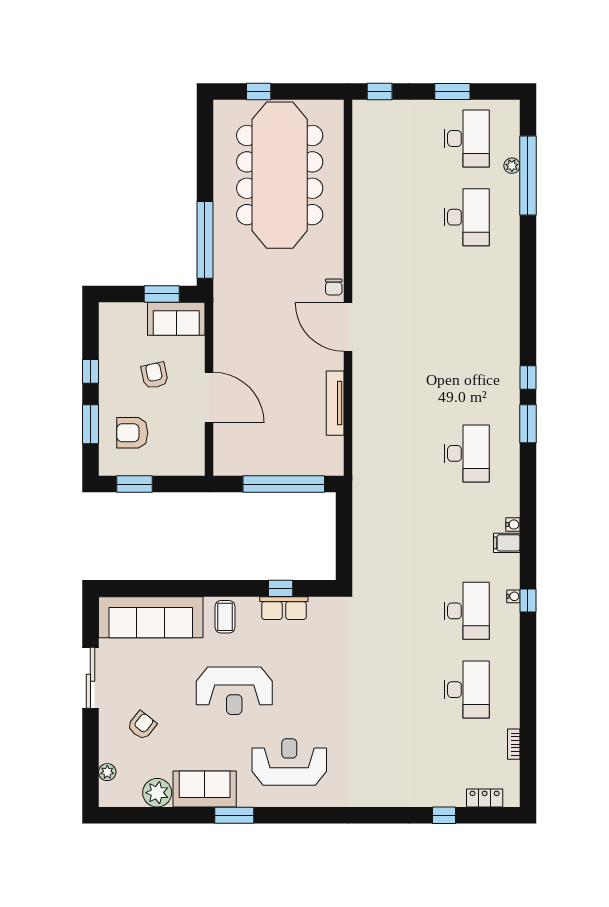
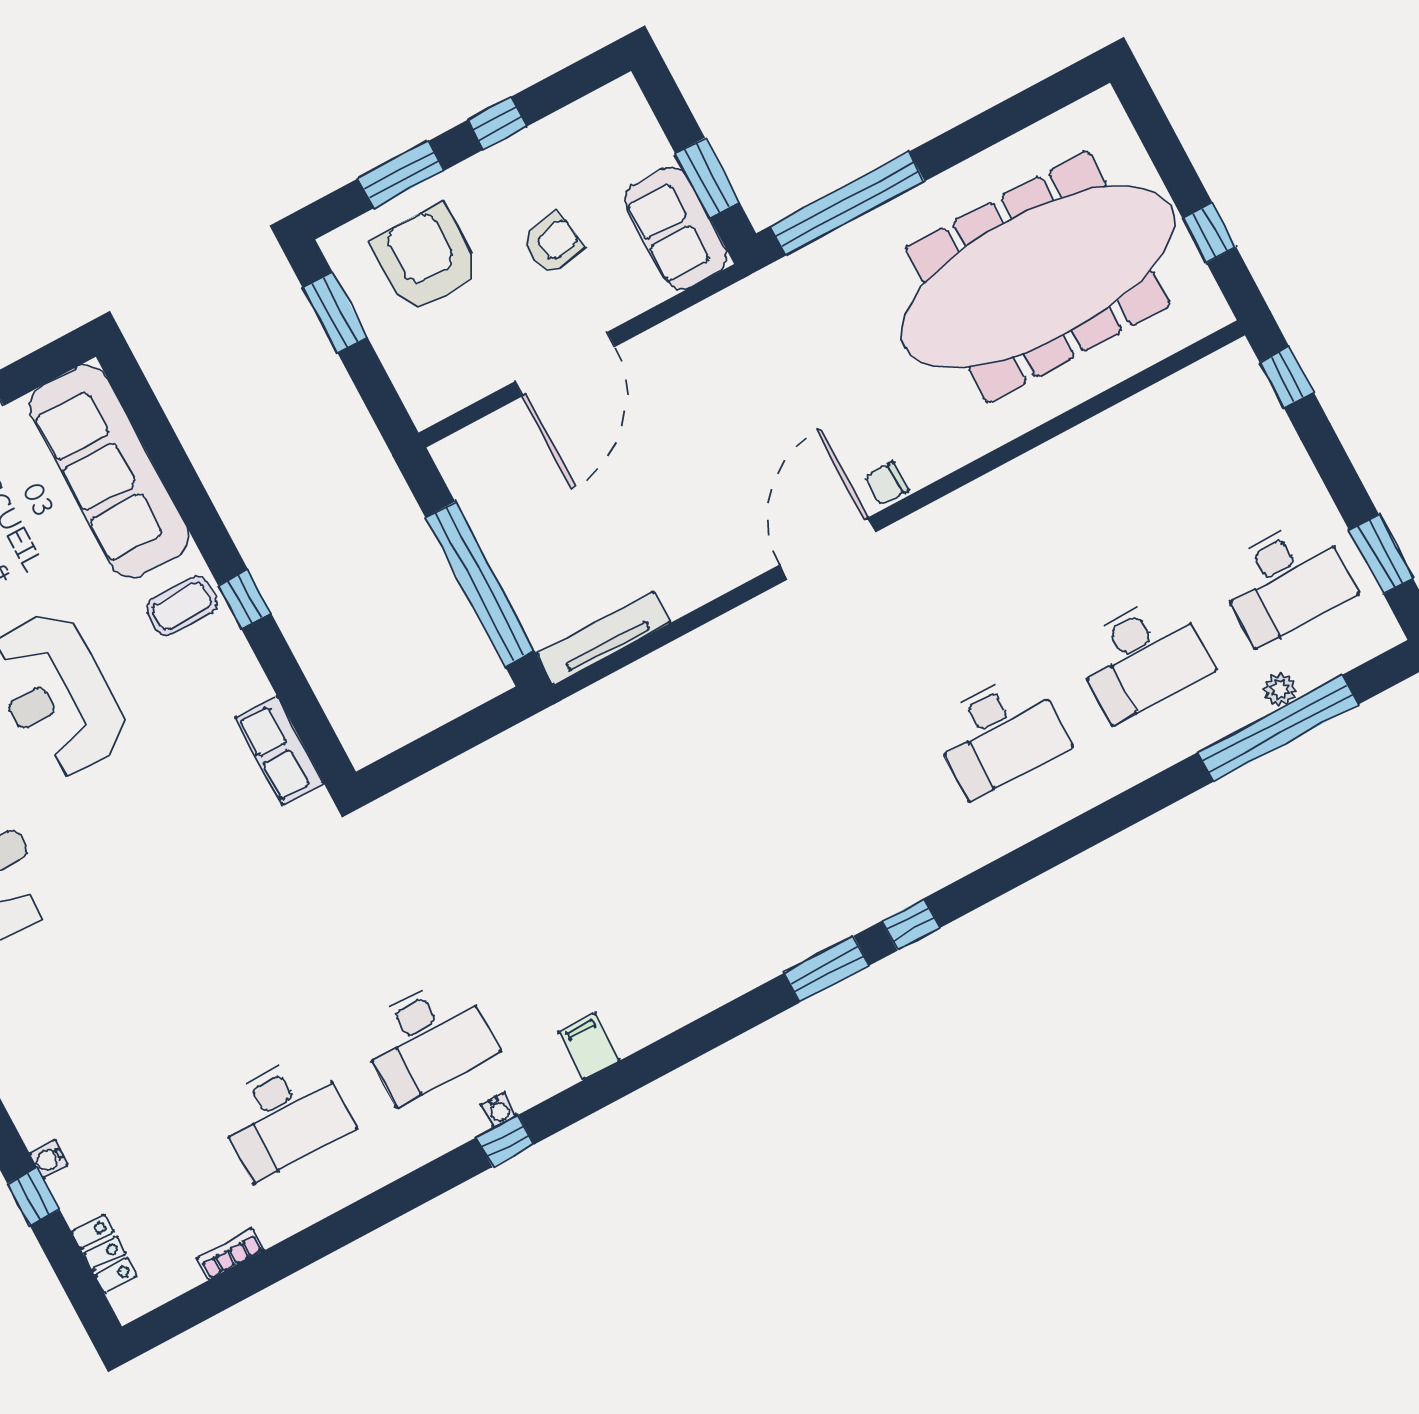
window: (259, 92) -> (1209, 233), moved
window: (452, 92) -> (1381, 554), moved
tv unit: (335, 403) -> (603, 638), moved
armchair: (132, 433) -> (426, 259), width x1.36, depth x1.36
desk: (467, 453) -> (999, 734), moved
water cooler: (513, 524) -> (49, 1159), moved, turned 90
window: (281, 588) -> (245, 599), moved
row of seats: (284, 608) -> (279, 751), moved

